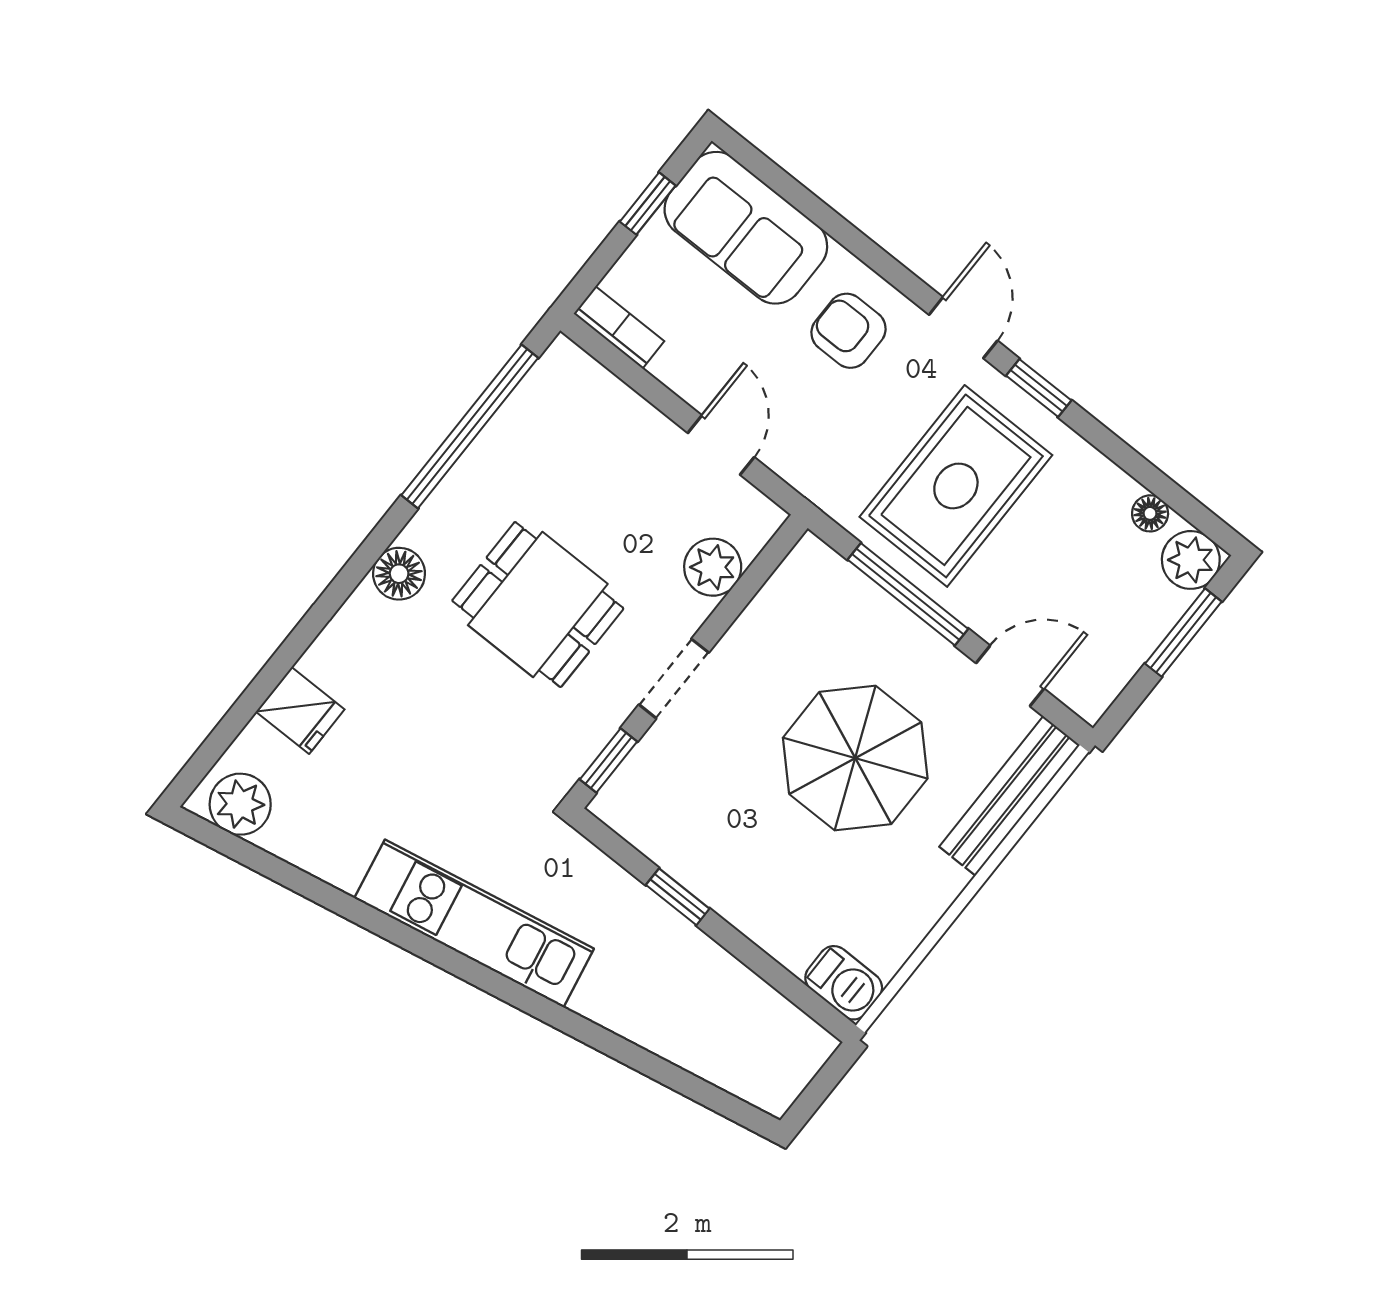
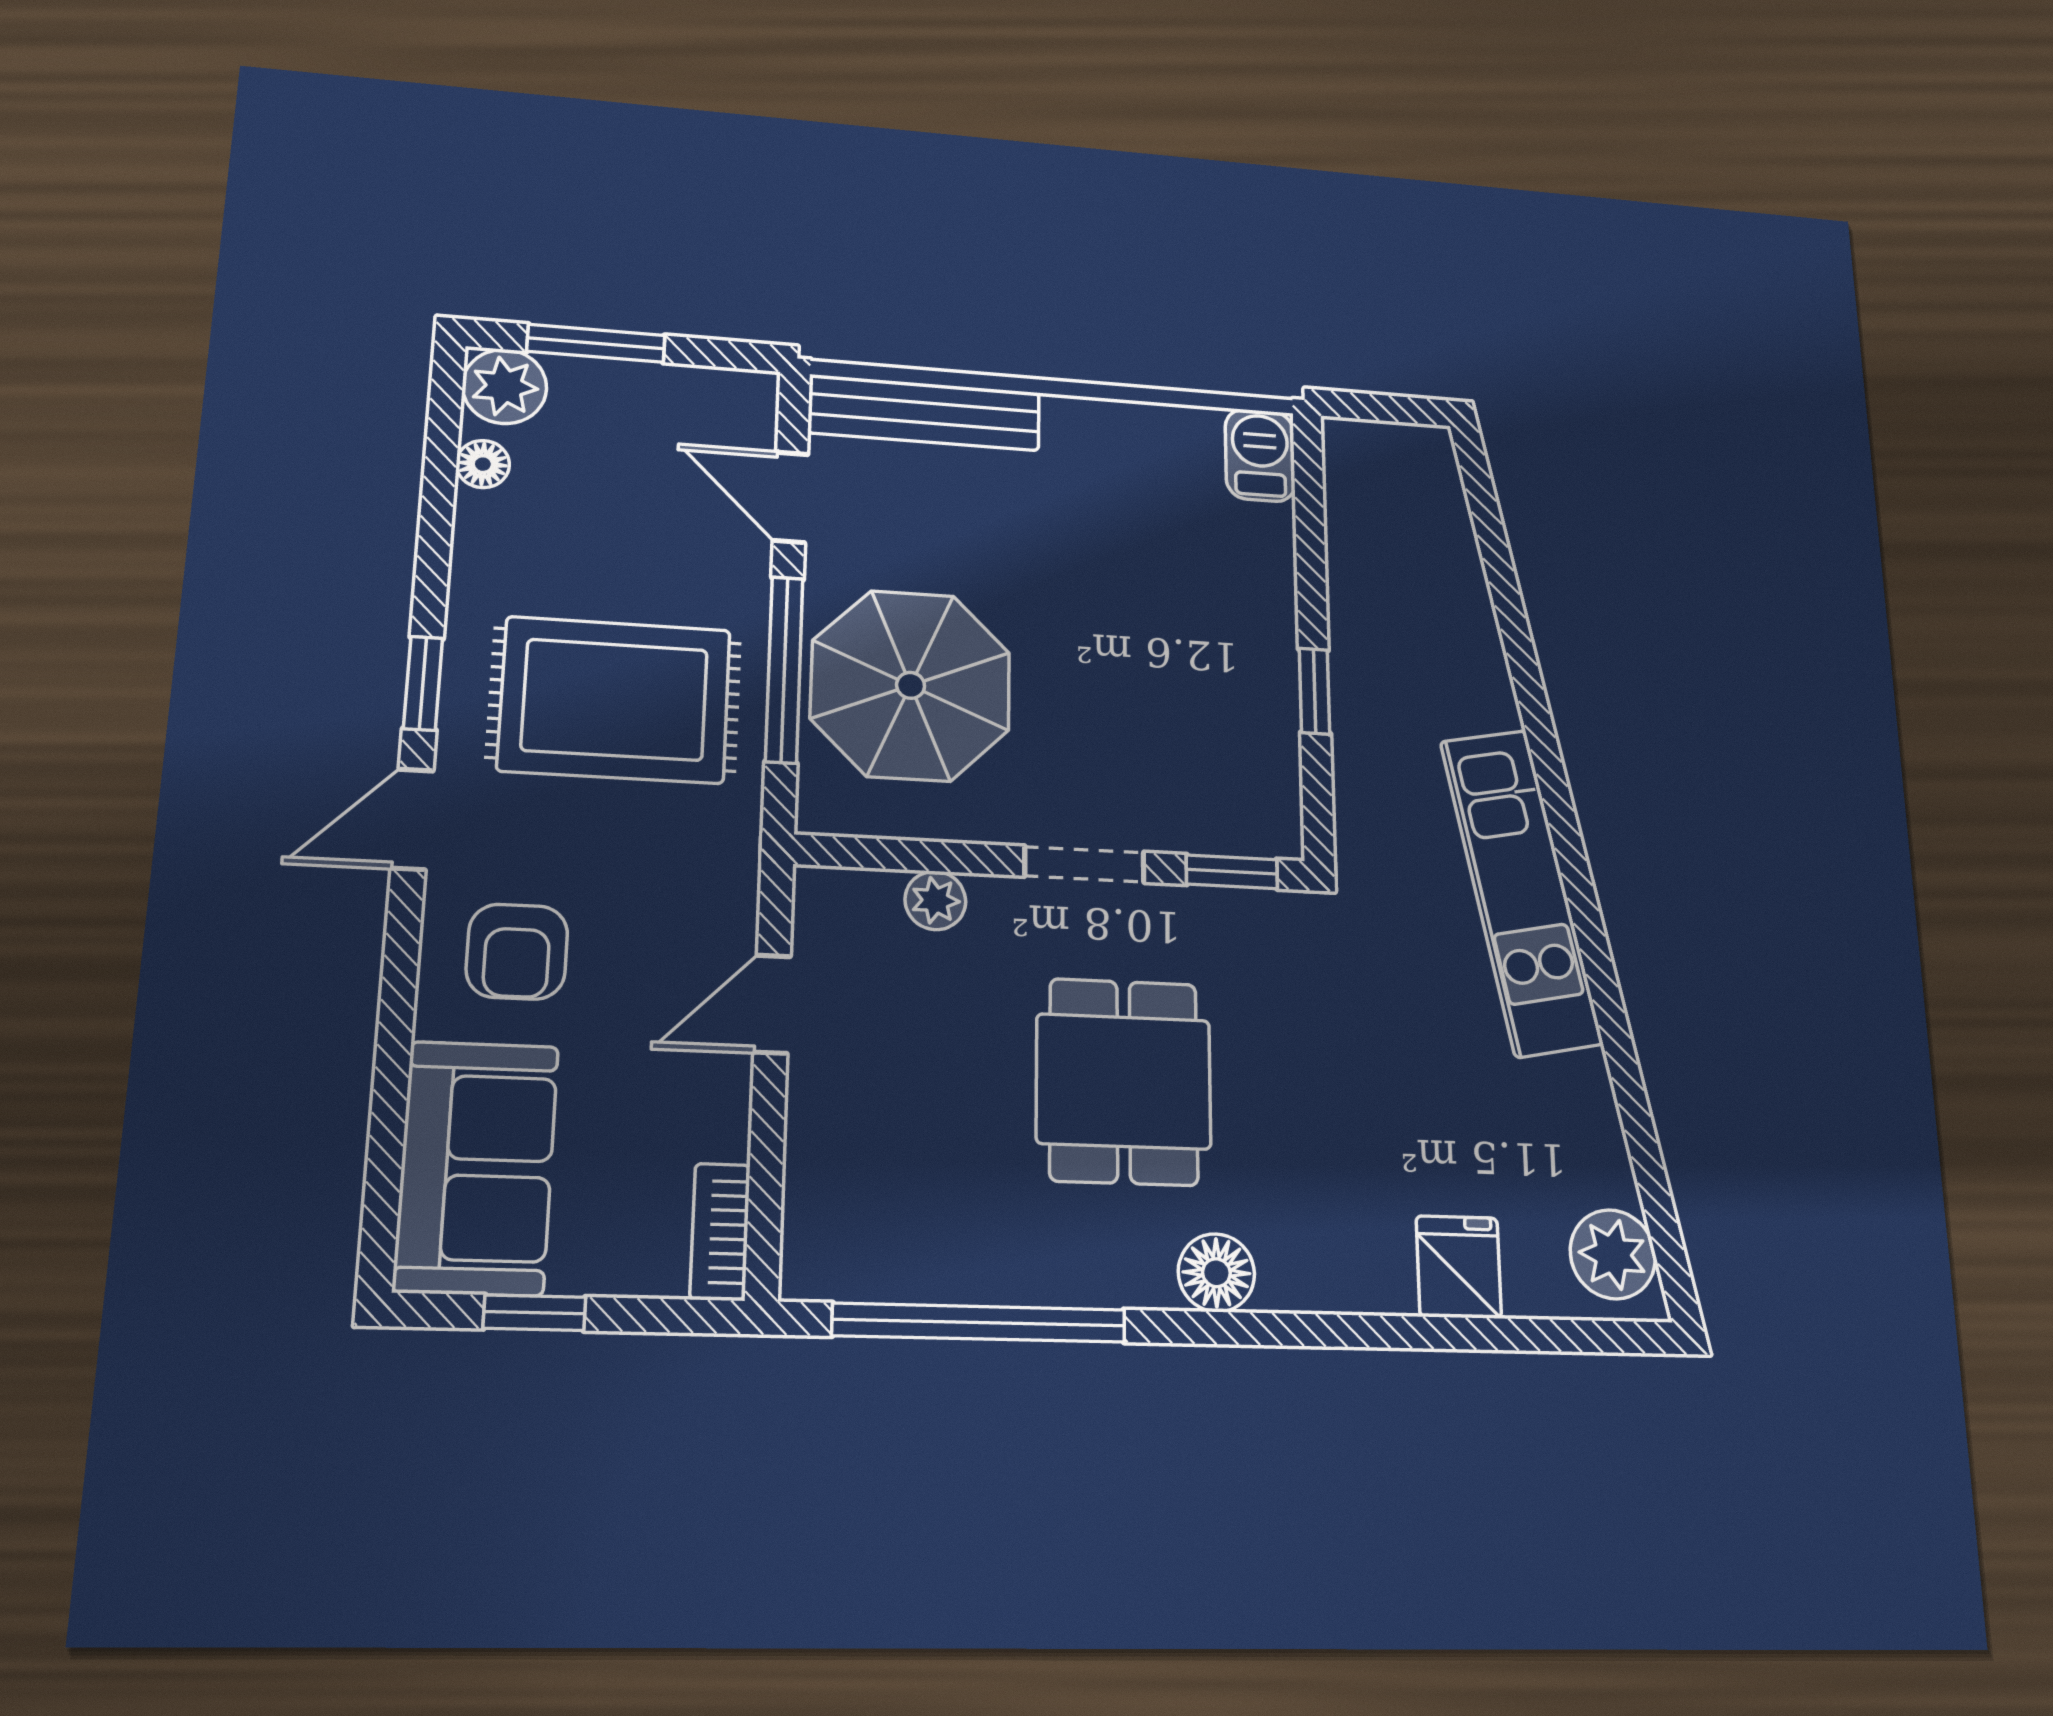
plant: (713, 567) -> (935, 900), width x0.73, depth x0.73
parasol: (855, 758) -> (911, 685), moved

